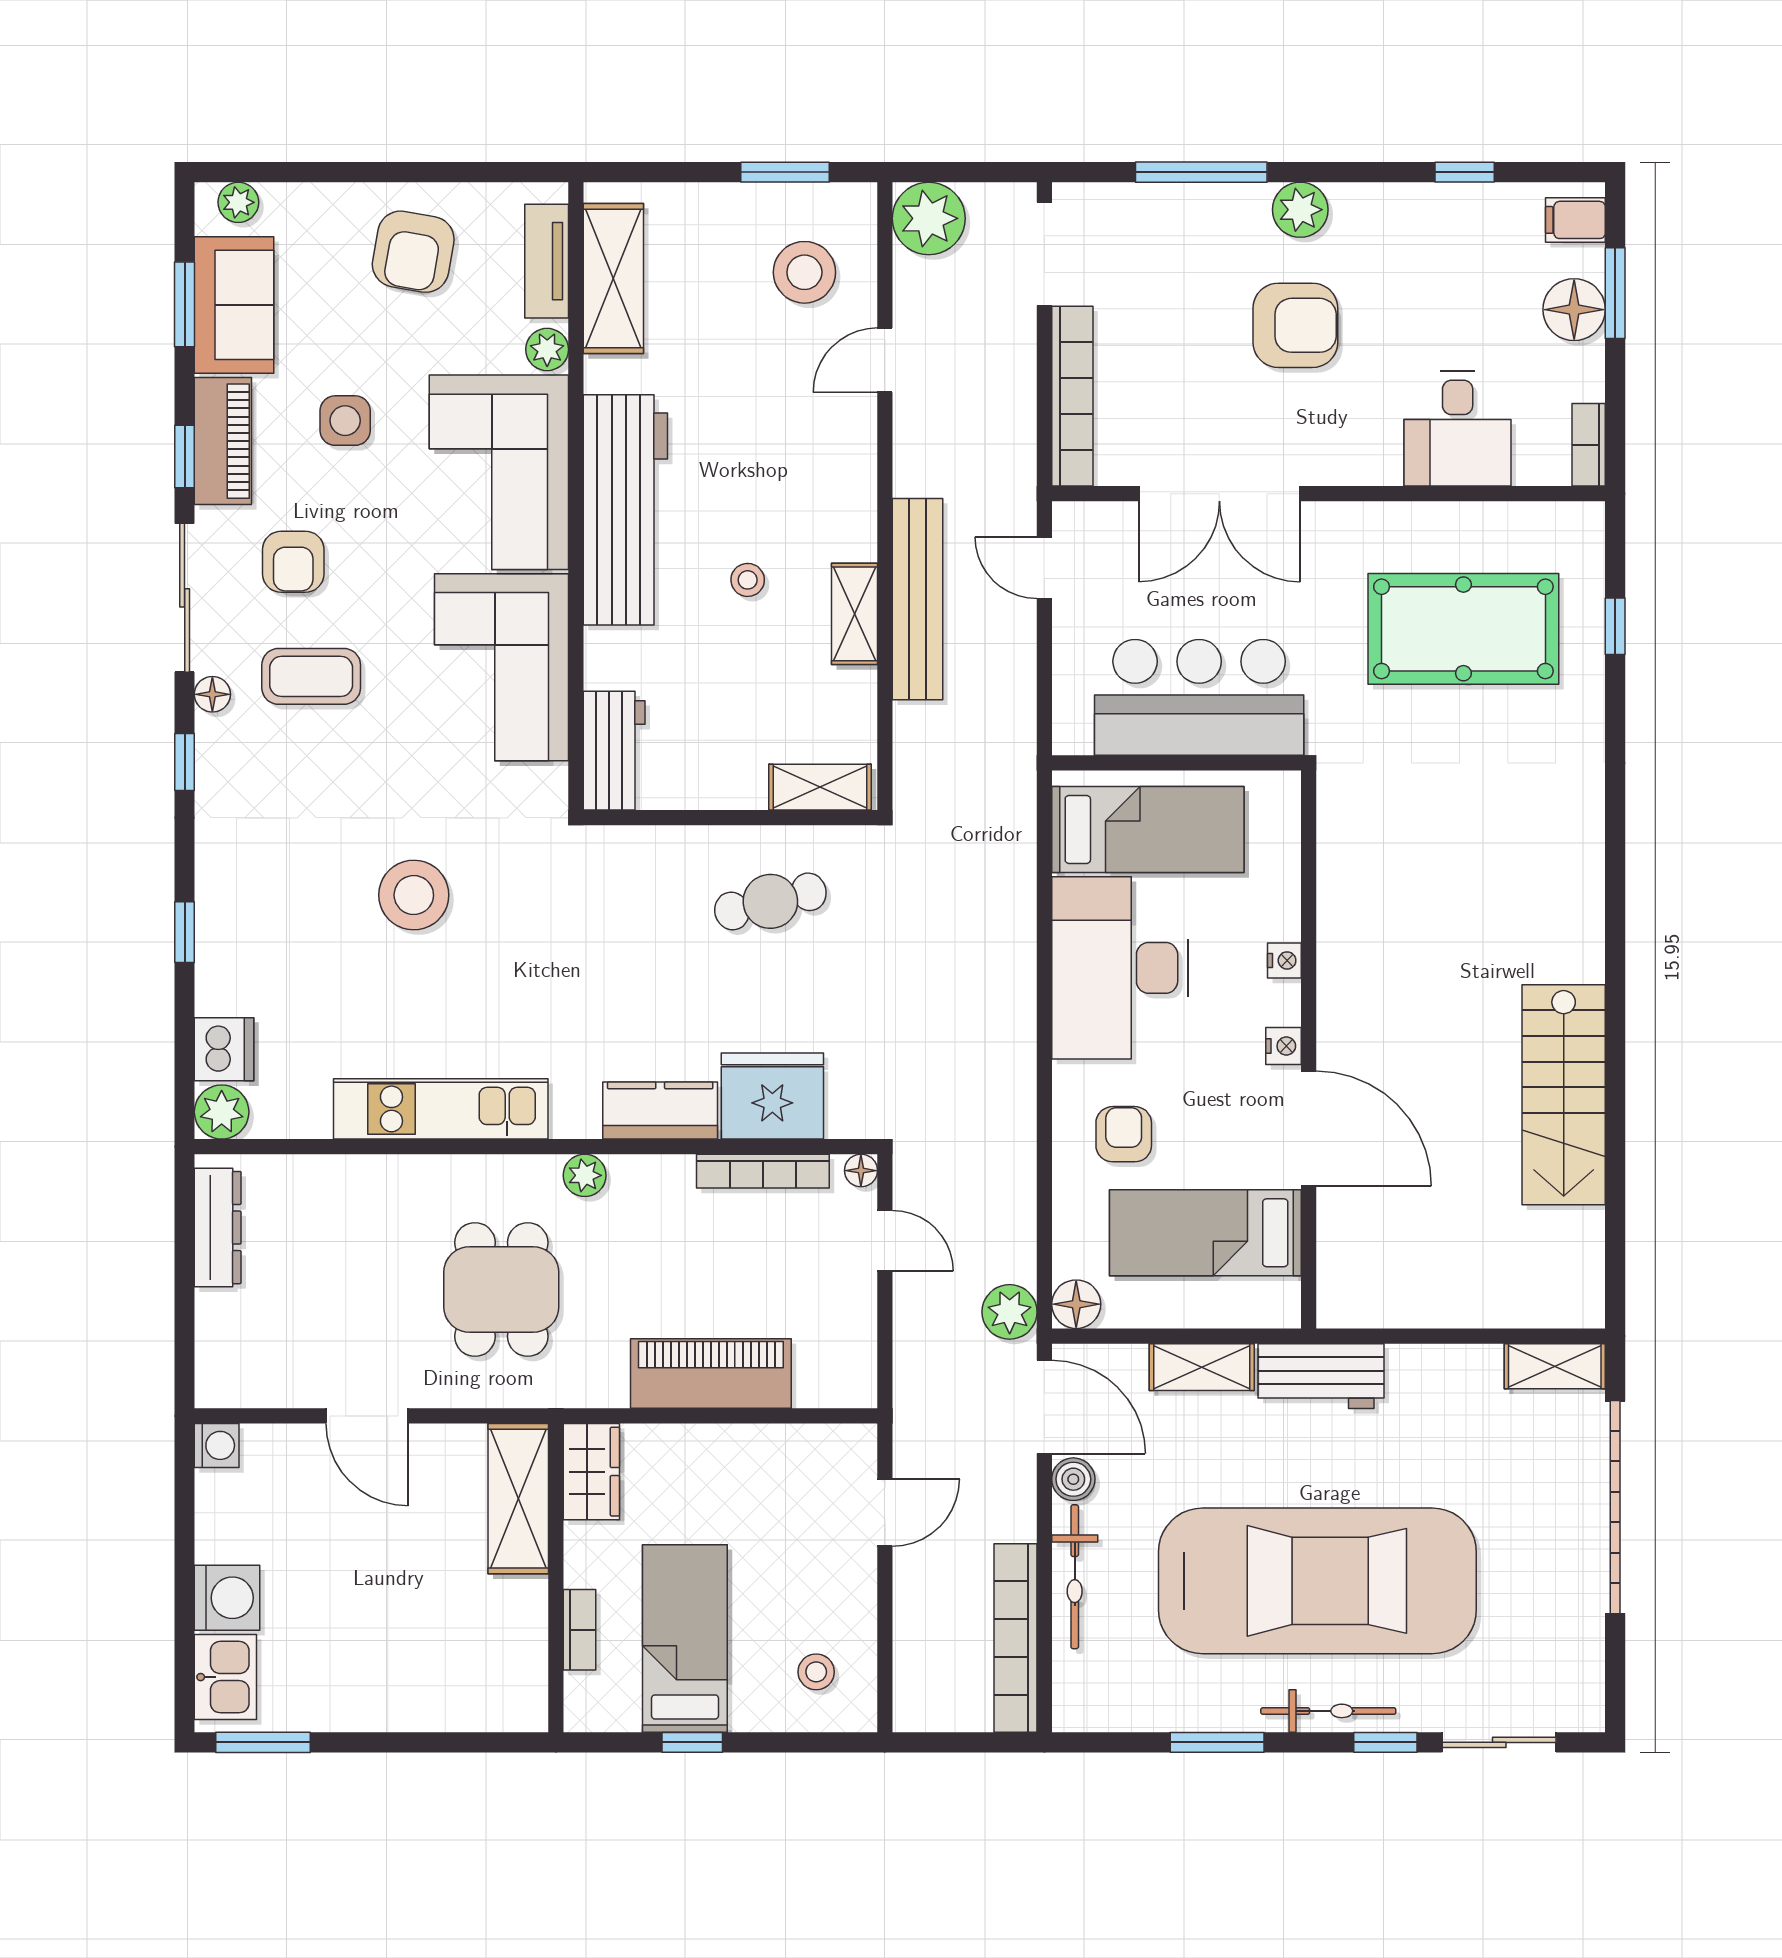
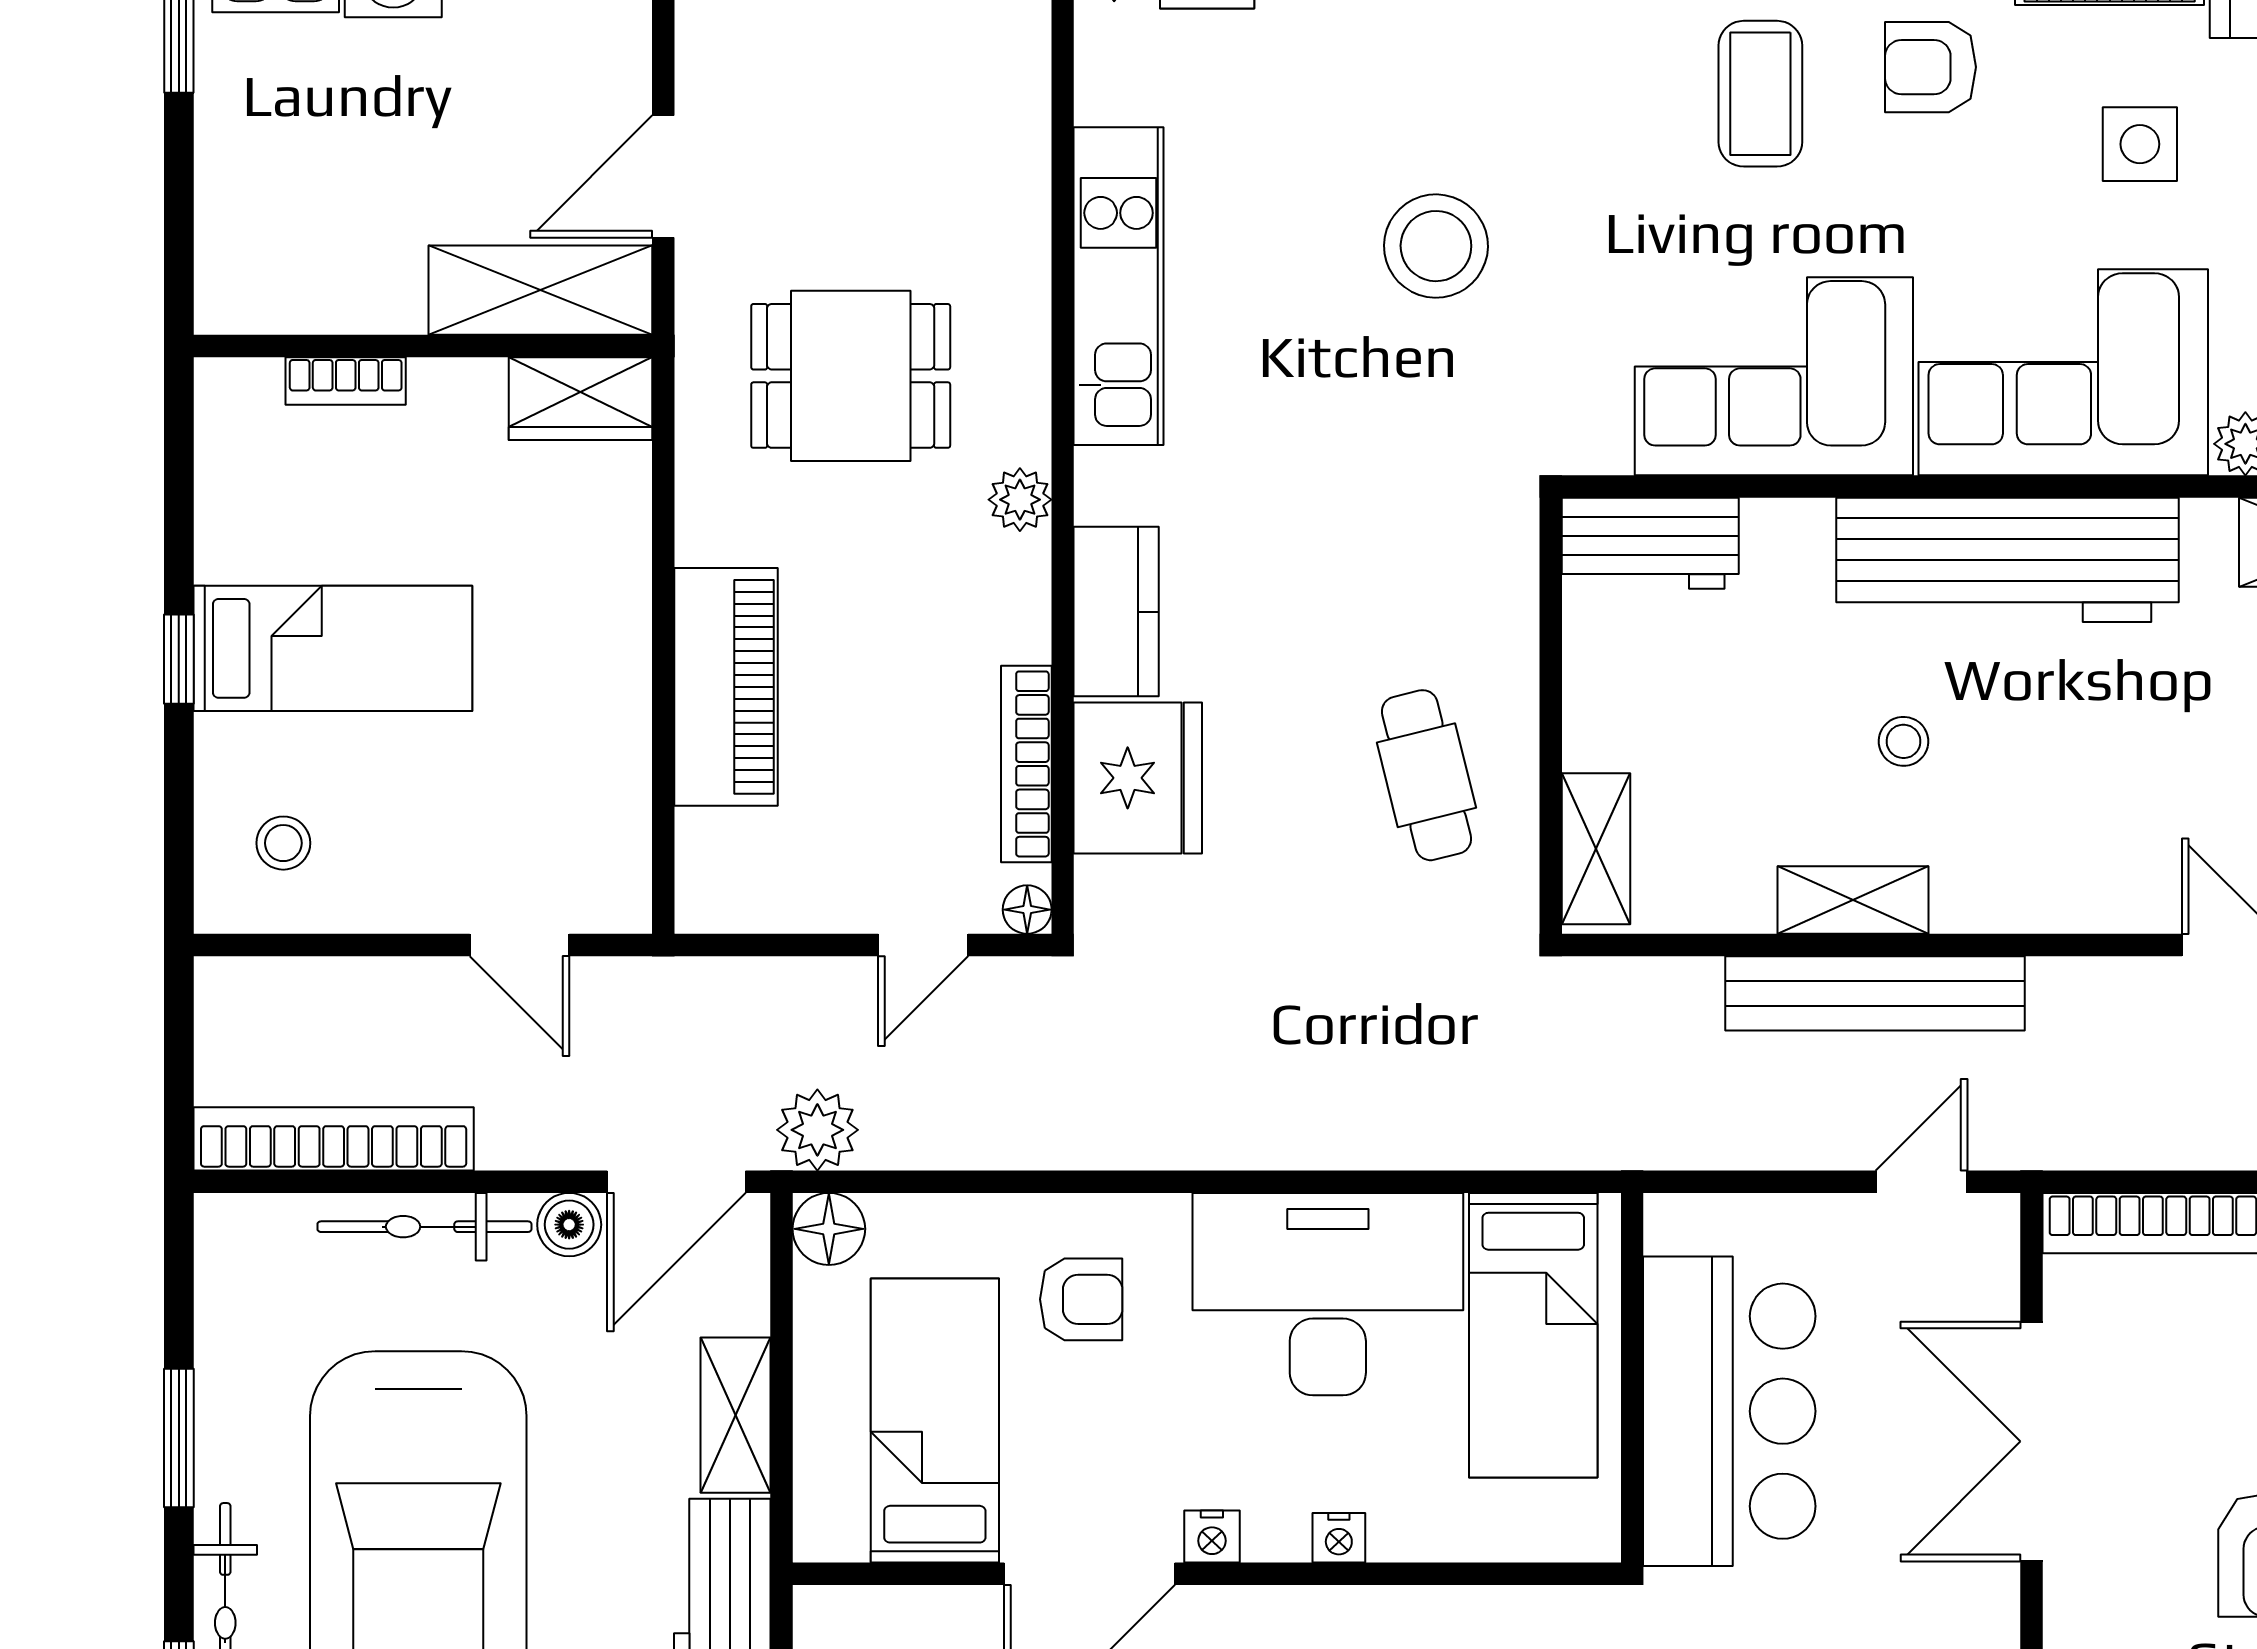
wardrobe: (591, 1472) -> (580, 399), moved
shelving: (518, 1499) -> (540, 290), moved
wall: (556, 1578) -> (423, 346), moved
bookcase: (580, 1630) -> (346, 381), moved

